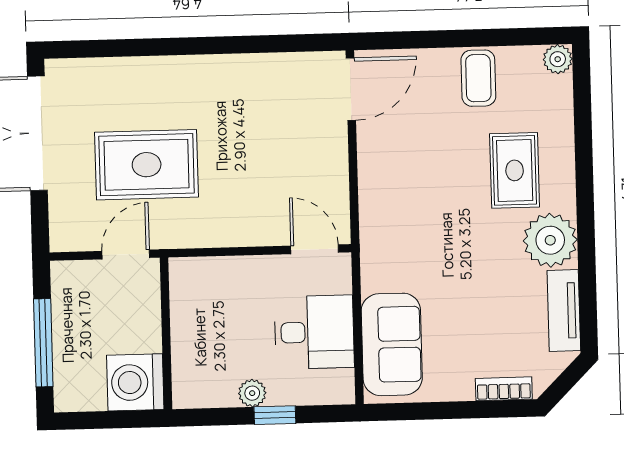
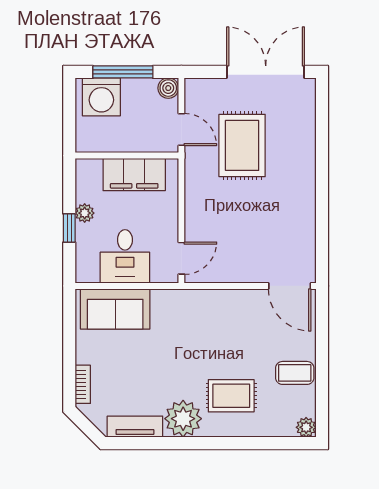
boiler: (65, 275) -> (168, 88), added
filing cabinet: (194, 322) -> (134, 175), added
washing machine: (135, 382) -> (101, 97), moved, turned 180

